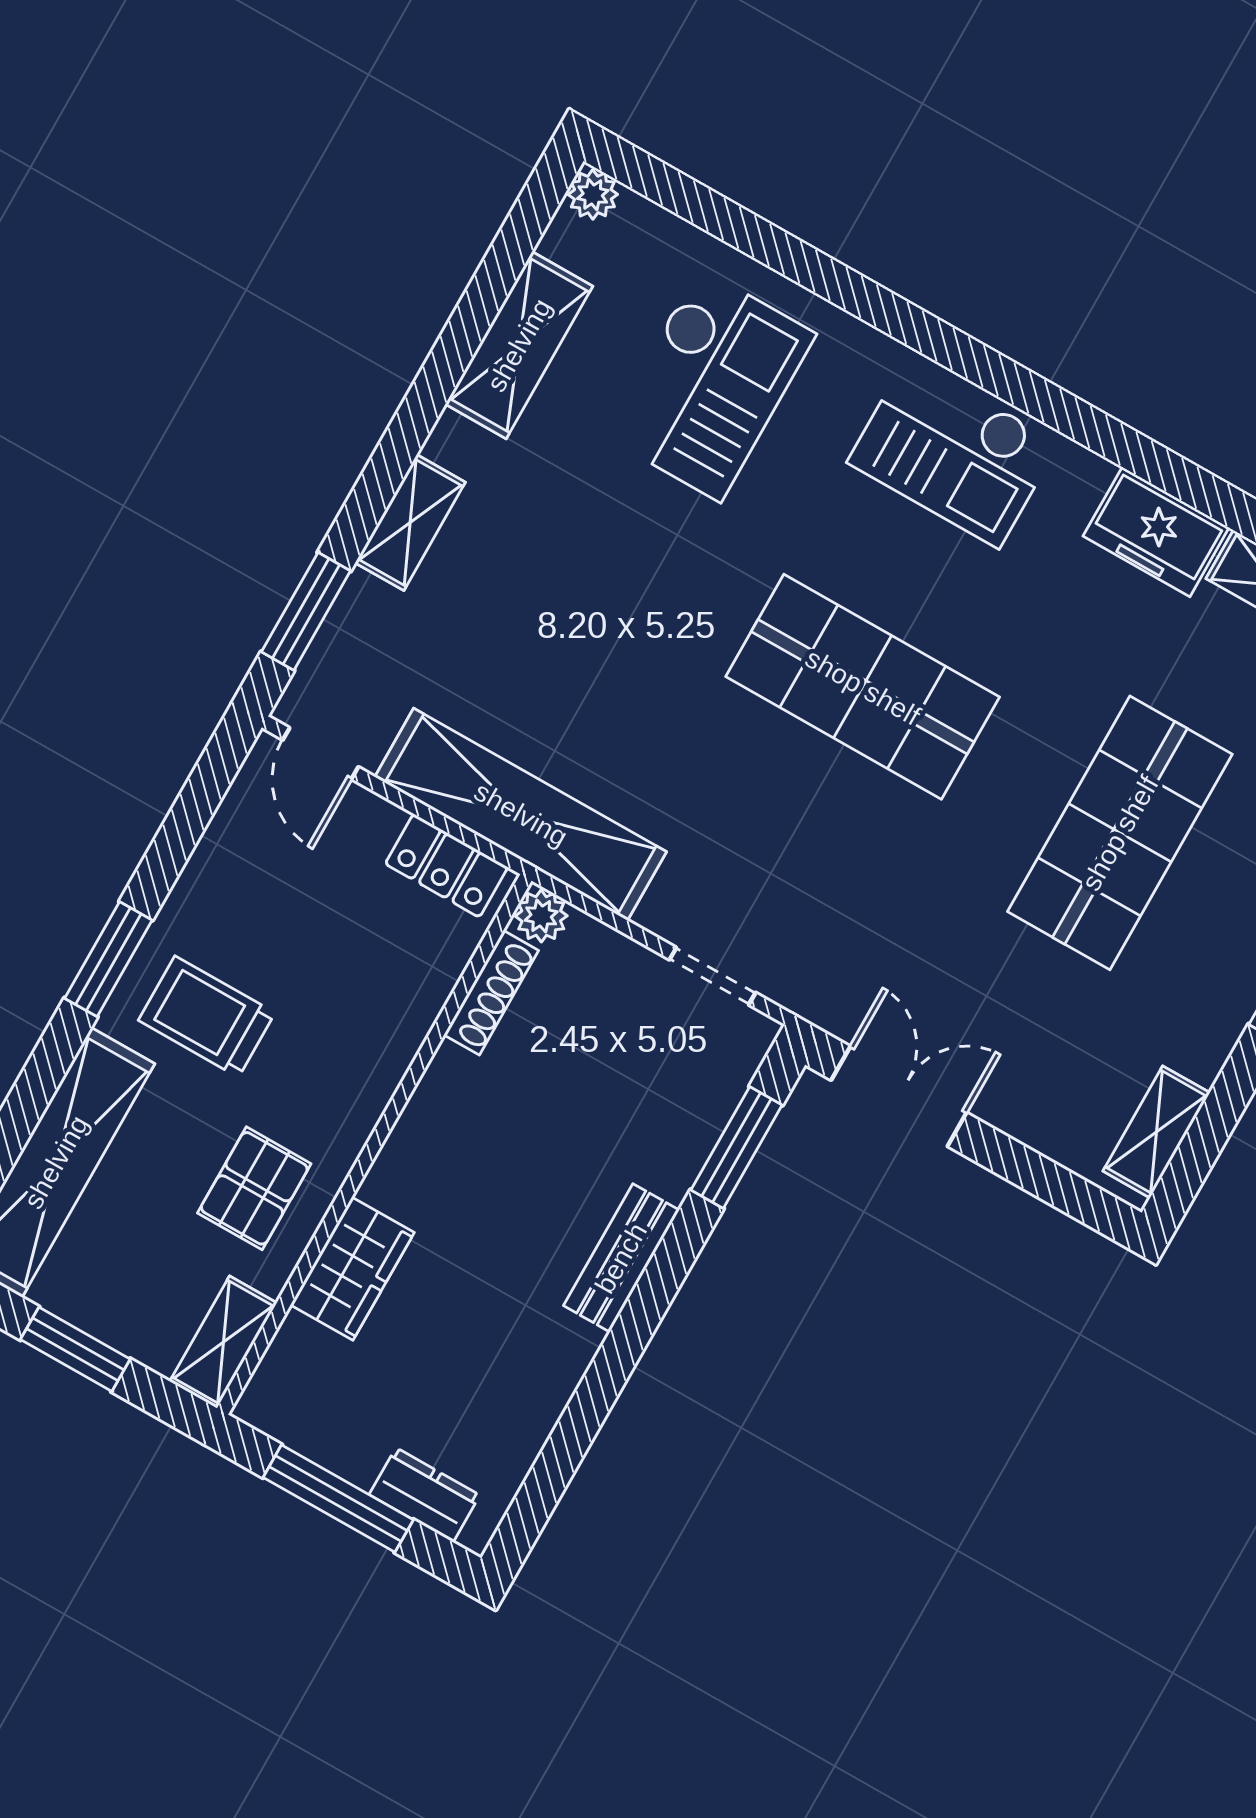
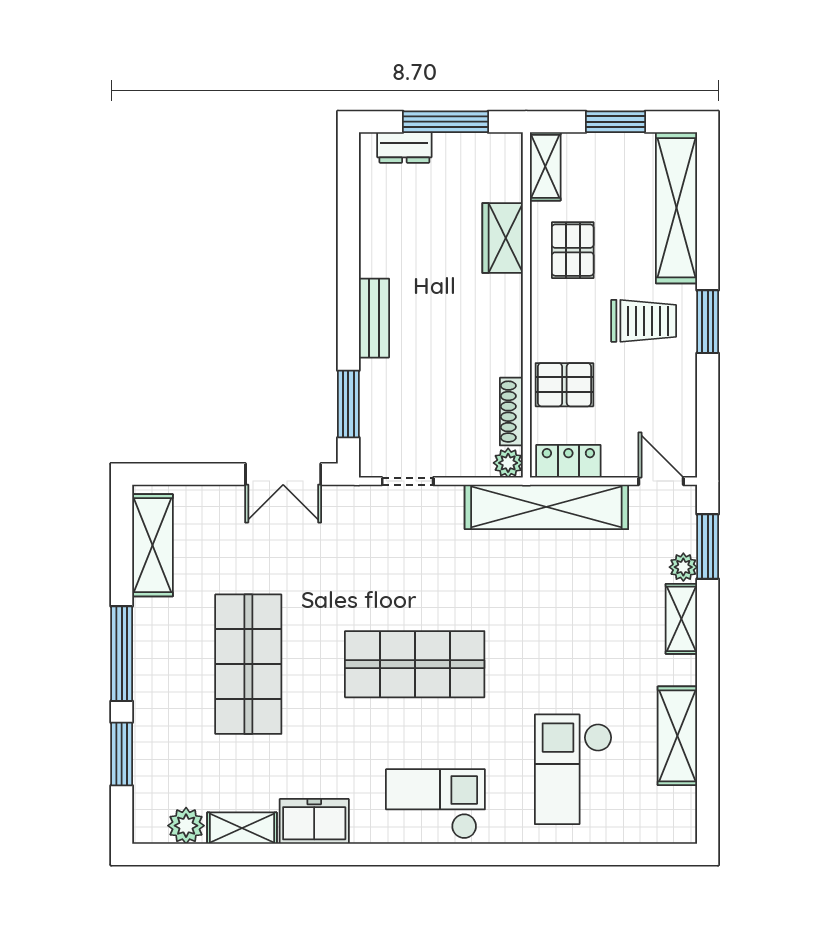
plant: (593, 194) -> (683, 567), moved
pallet: (385, 987) -> (564, 385), added
shelving: (1156, 1132) -> (153, 545), width x1.50, depth x1.33

